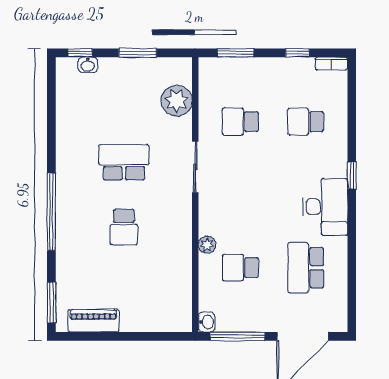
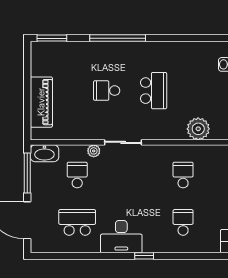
sliding door: (195, 167) -> (123, 142), moved
piano: (93, 321) -> (41, 102), moved, width x1.37, depth x1.33
washbasin: (207, 322) -> (44, 153), width x1.91, depth x1.45

